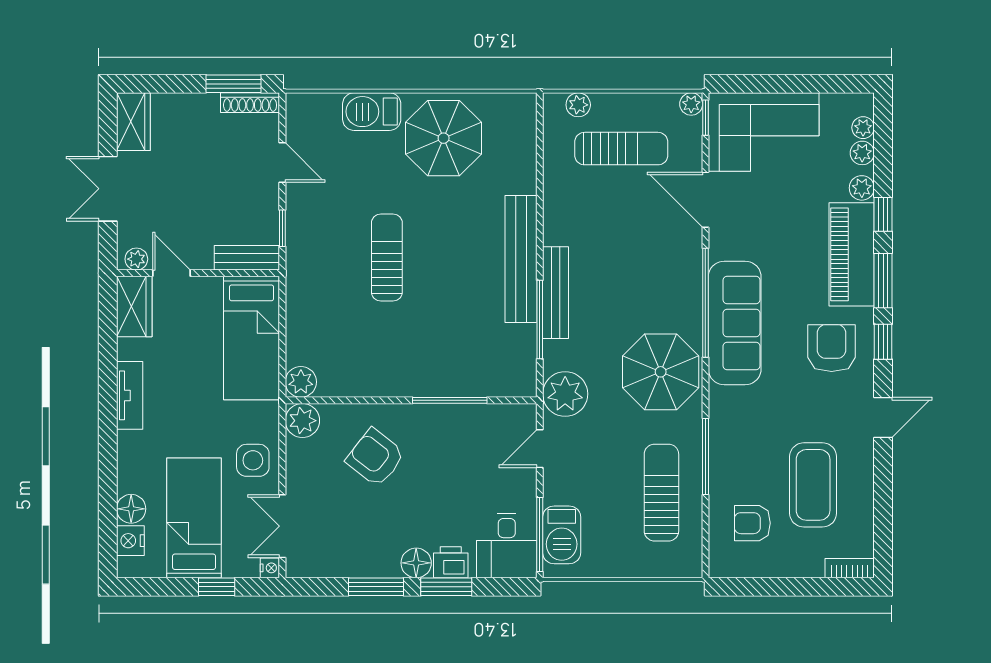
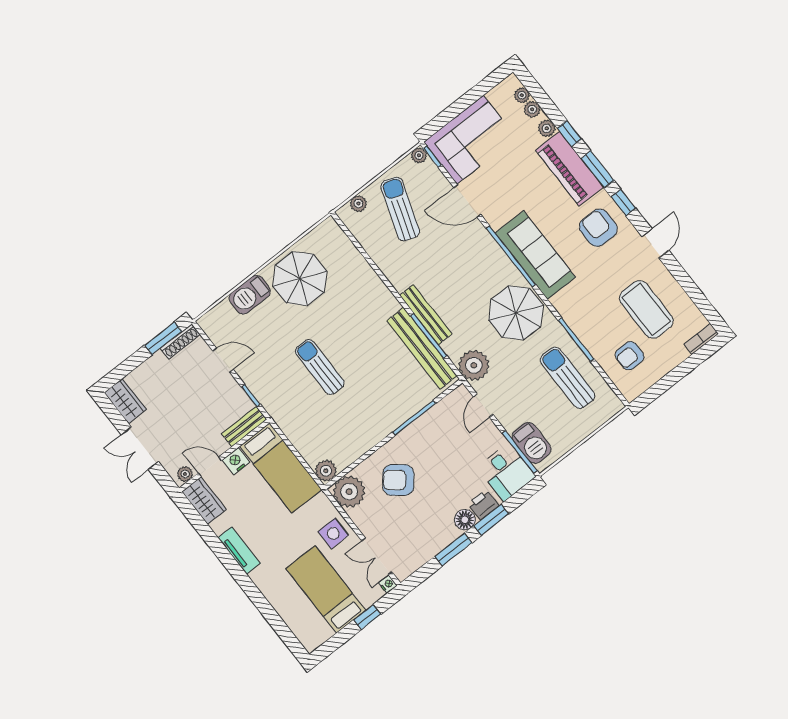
sun lounger: (621, 149) -> (400, 209), turned -71
bench: (521, 259) -> (422, 348), moved
plant: (302, 421) -> (349, 492), width x1.36, depth x1.36
floor lamp: (131, 509) -> (288, 611), removed
nightstand: (130, 541) -> (236, 461), moved, turned 90

